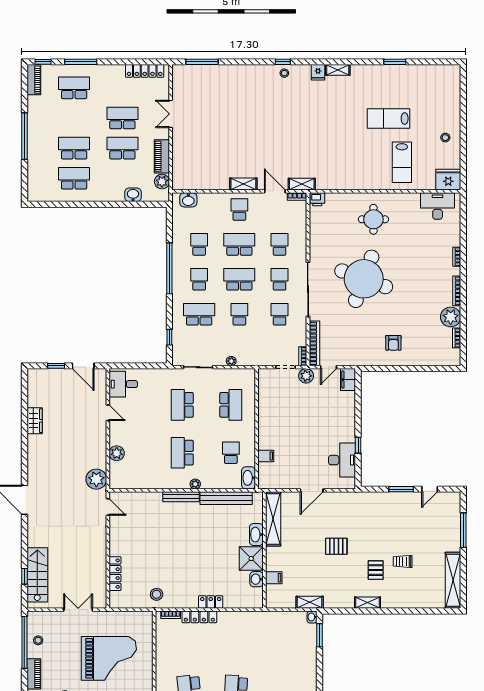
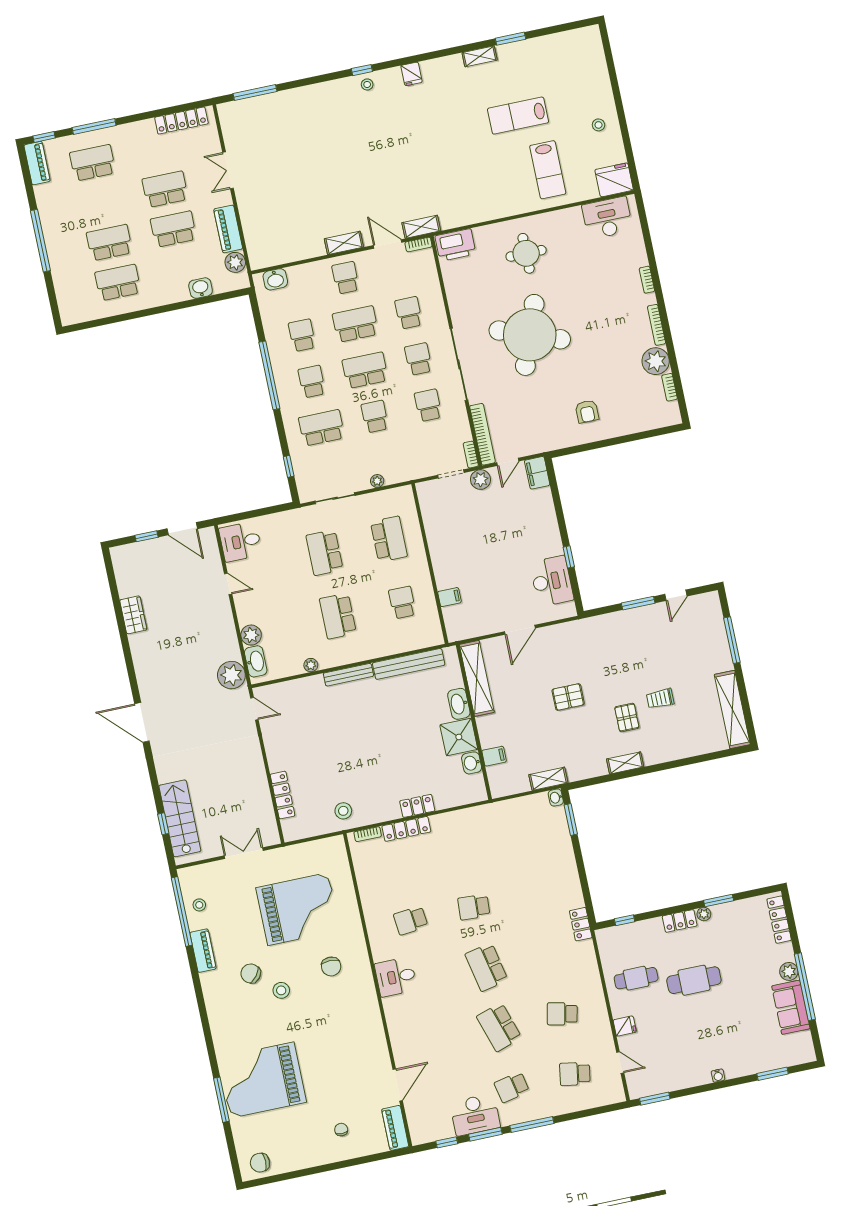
shelving: (338, 70) -> (480, 56), moved
printer: (317, 199) -> (455, 245), width x1.87, depth x1.48
washbasin: (249, 478) -> (256, 661), moved, turned 180
plant: (195, 484) -> (311, 665), moved

